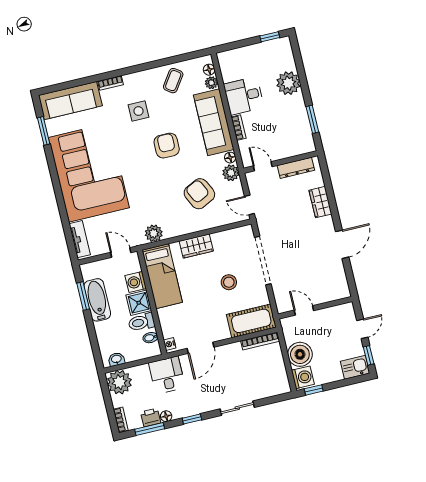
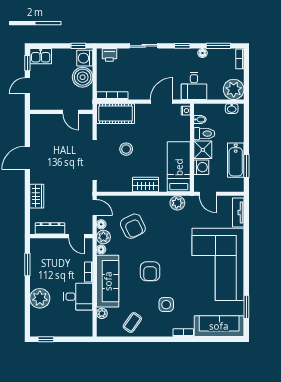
floor lamp: (209, 70) -> (101, 224), moved
printer: (151, 418) -> (109, 55), moved

